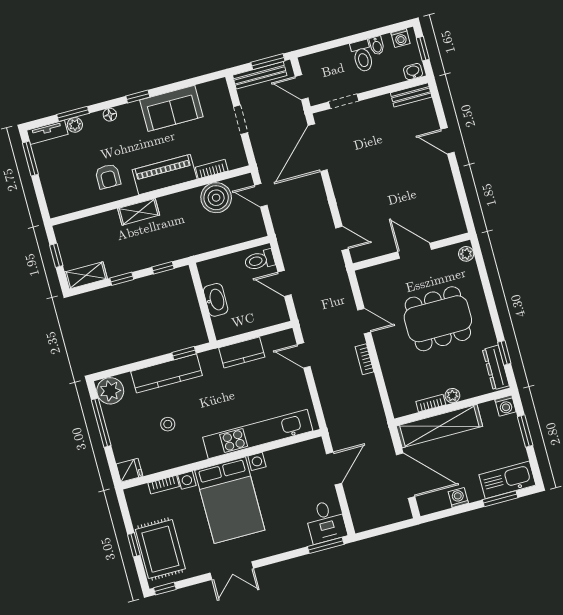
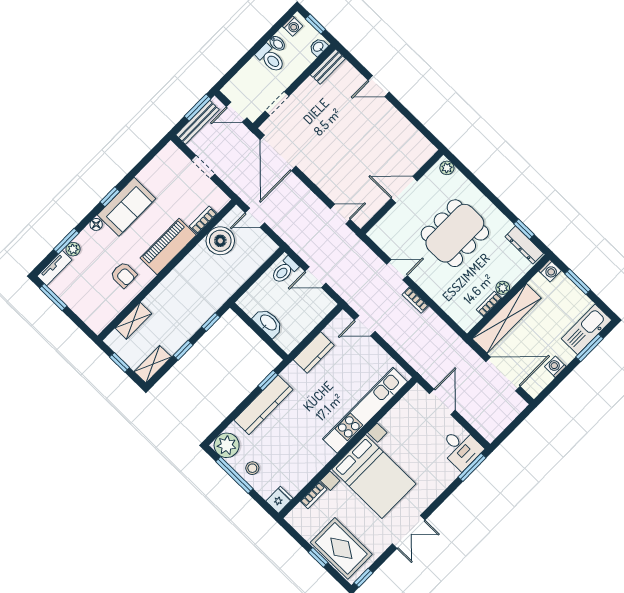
sofa: (171, 108) -> (126, 207), moved
shelving: (139, 212) -> (133, 321), moved
stool: (168, 424) -> (252, 468), moved

